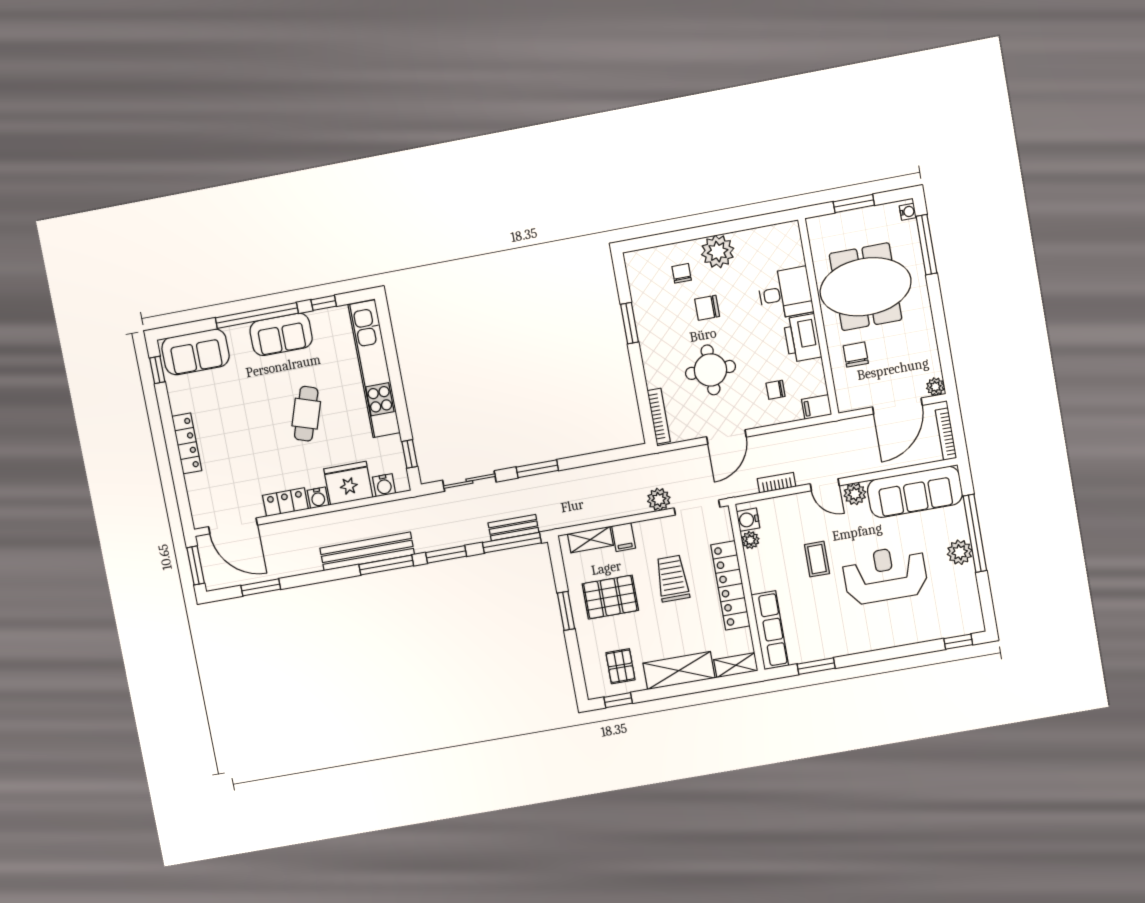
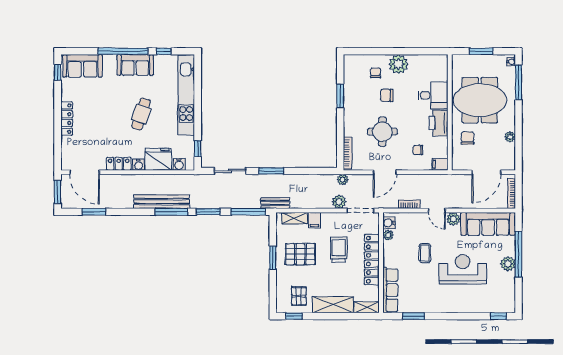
plant: (935, 387) -> (510, 137), moved
plant: (658, 462) -> (343, 180), added
bench: (513, 528) -> (275, 203), moved

